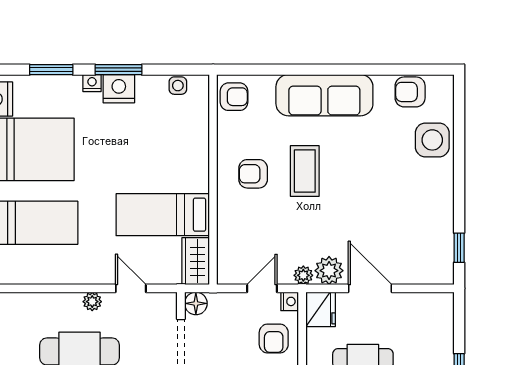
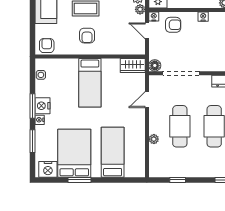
bed: (163, 215) -> (90, 83), moved
plant: (92, 302) -> (154, 139), moved

